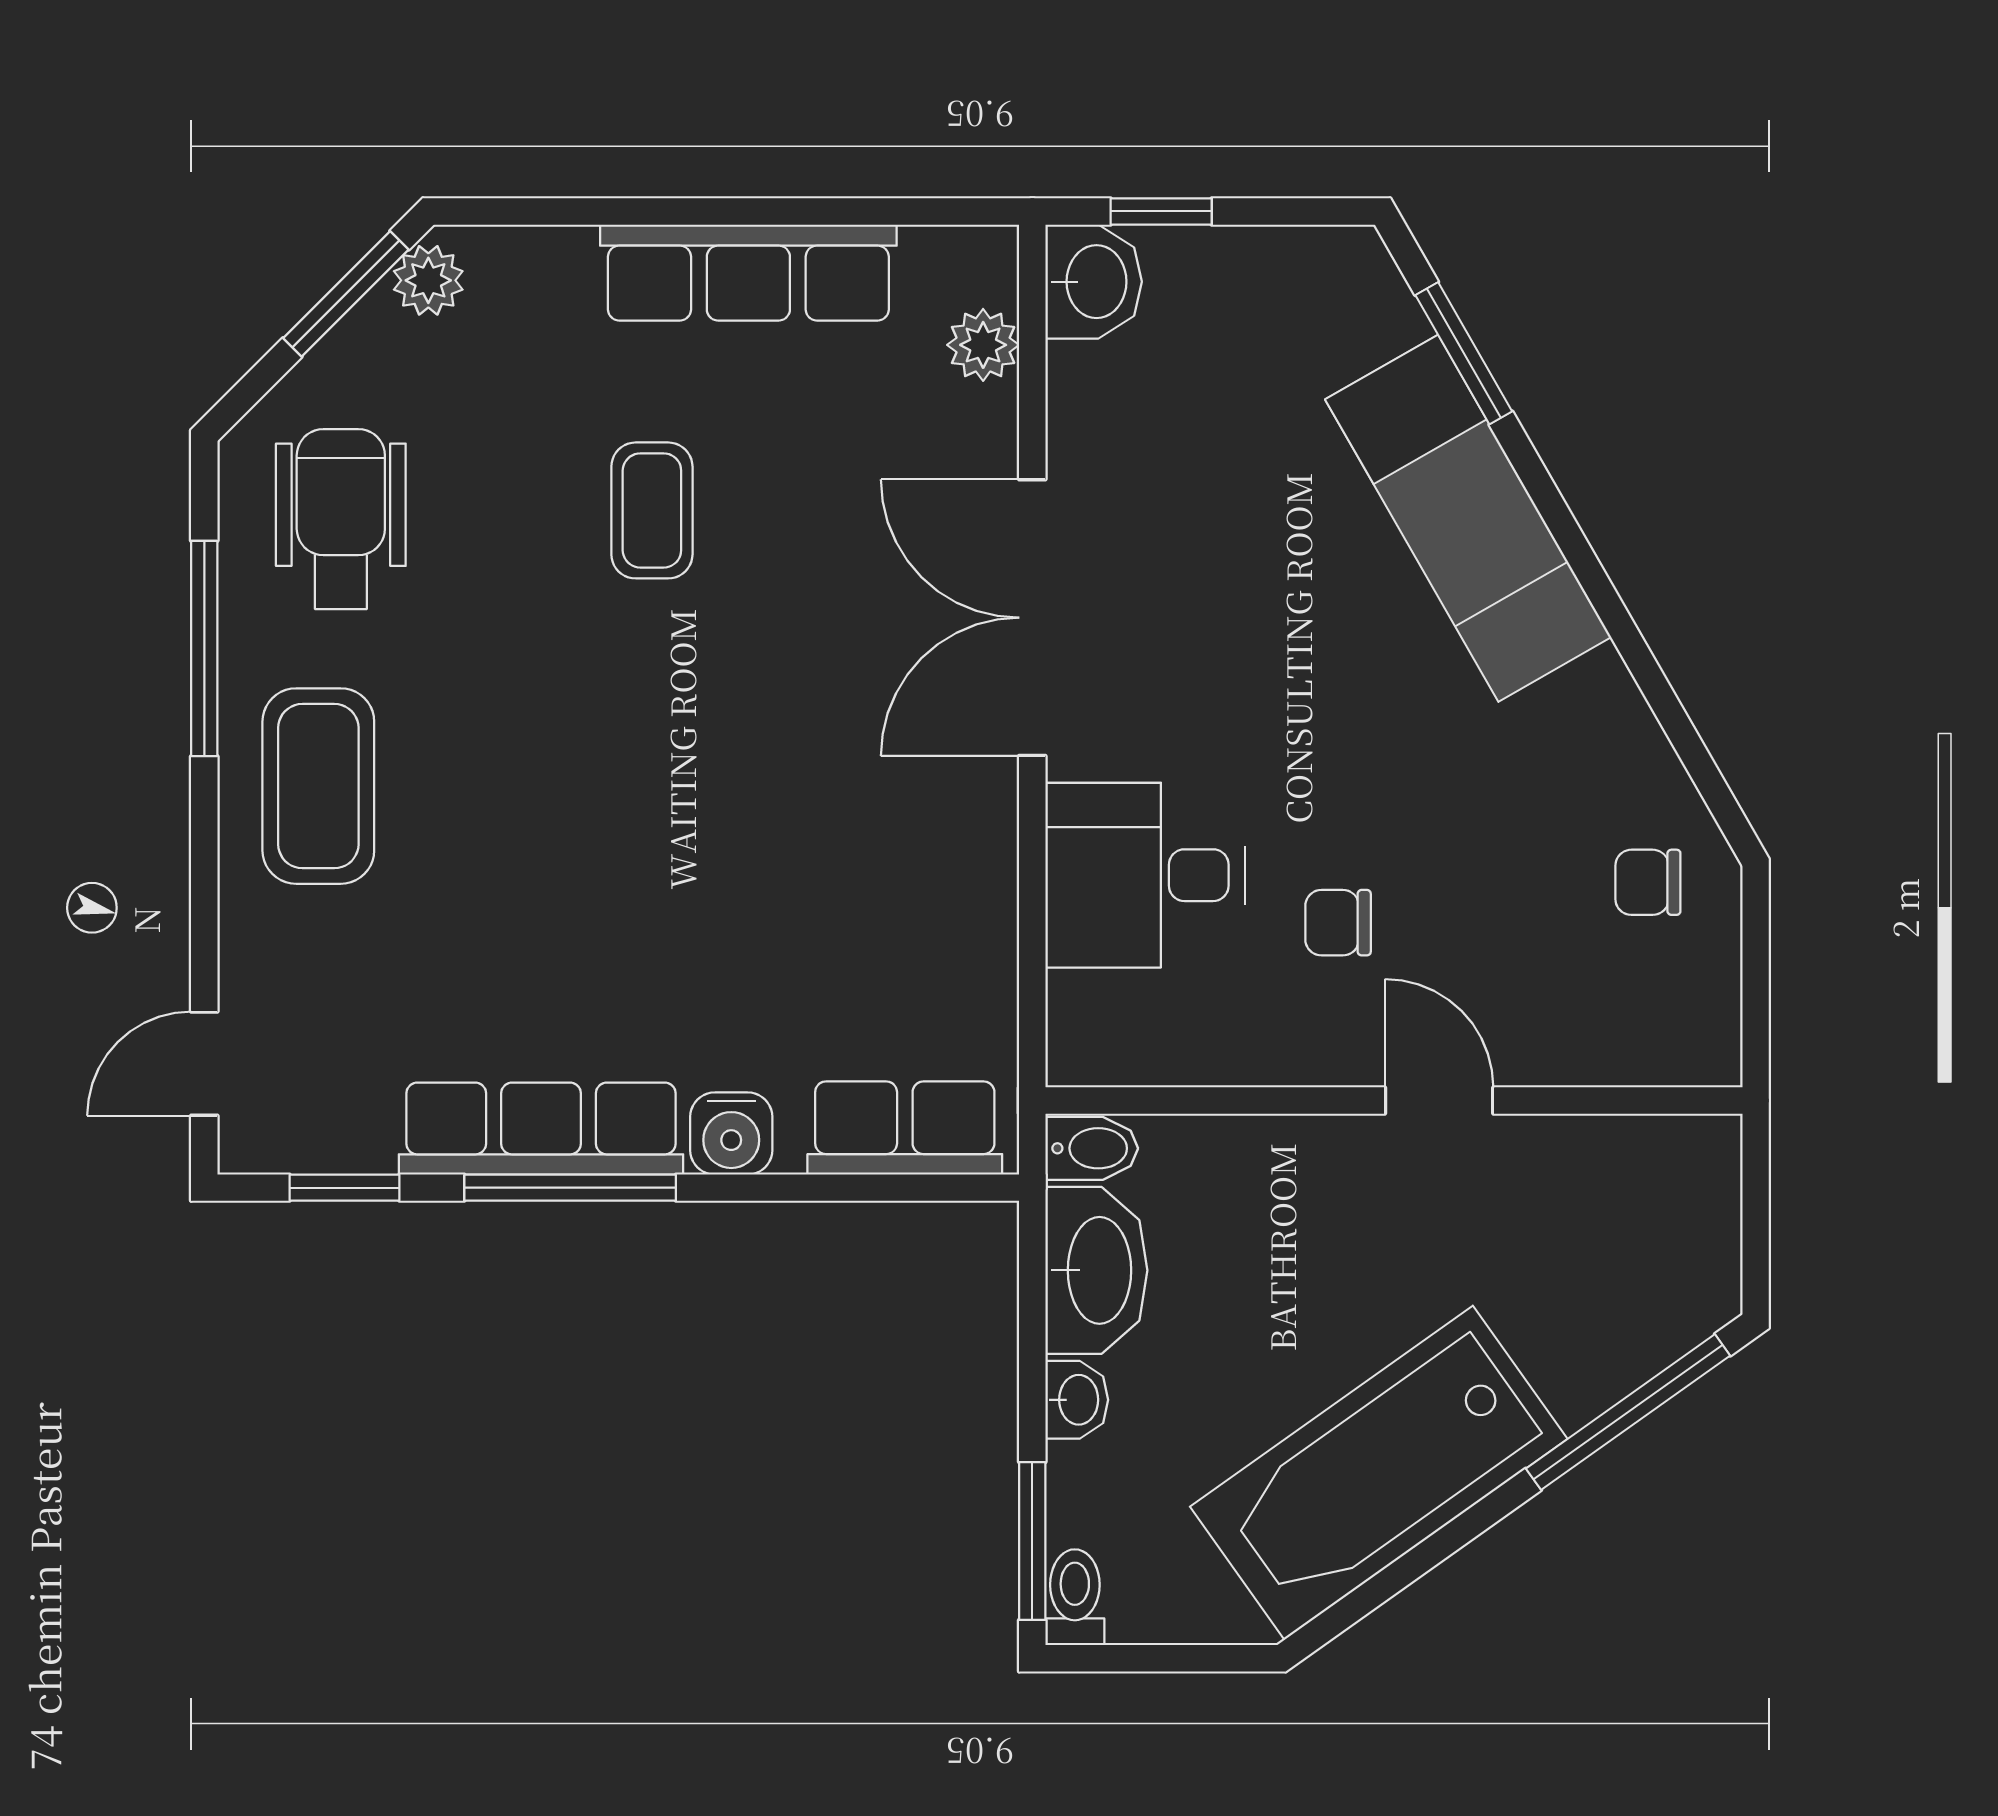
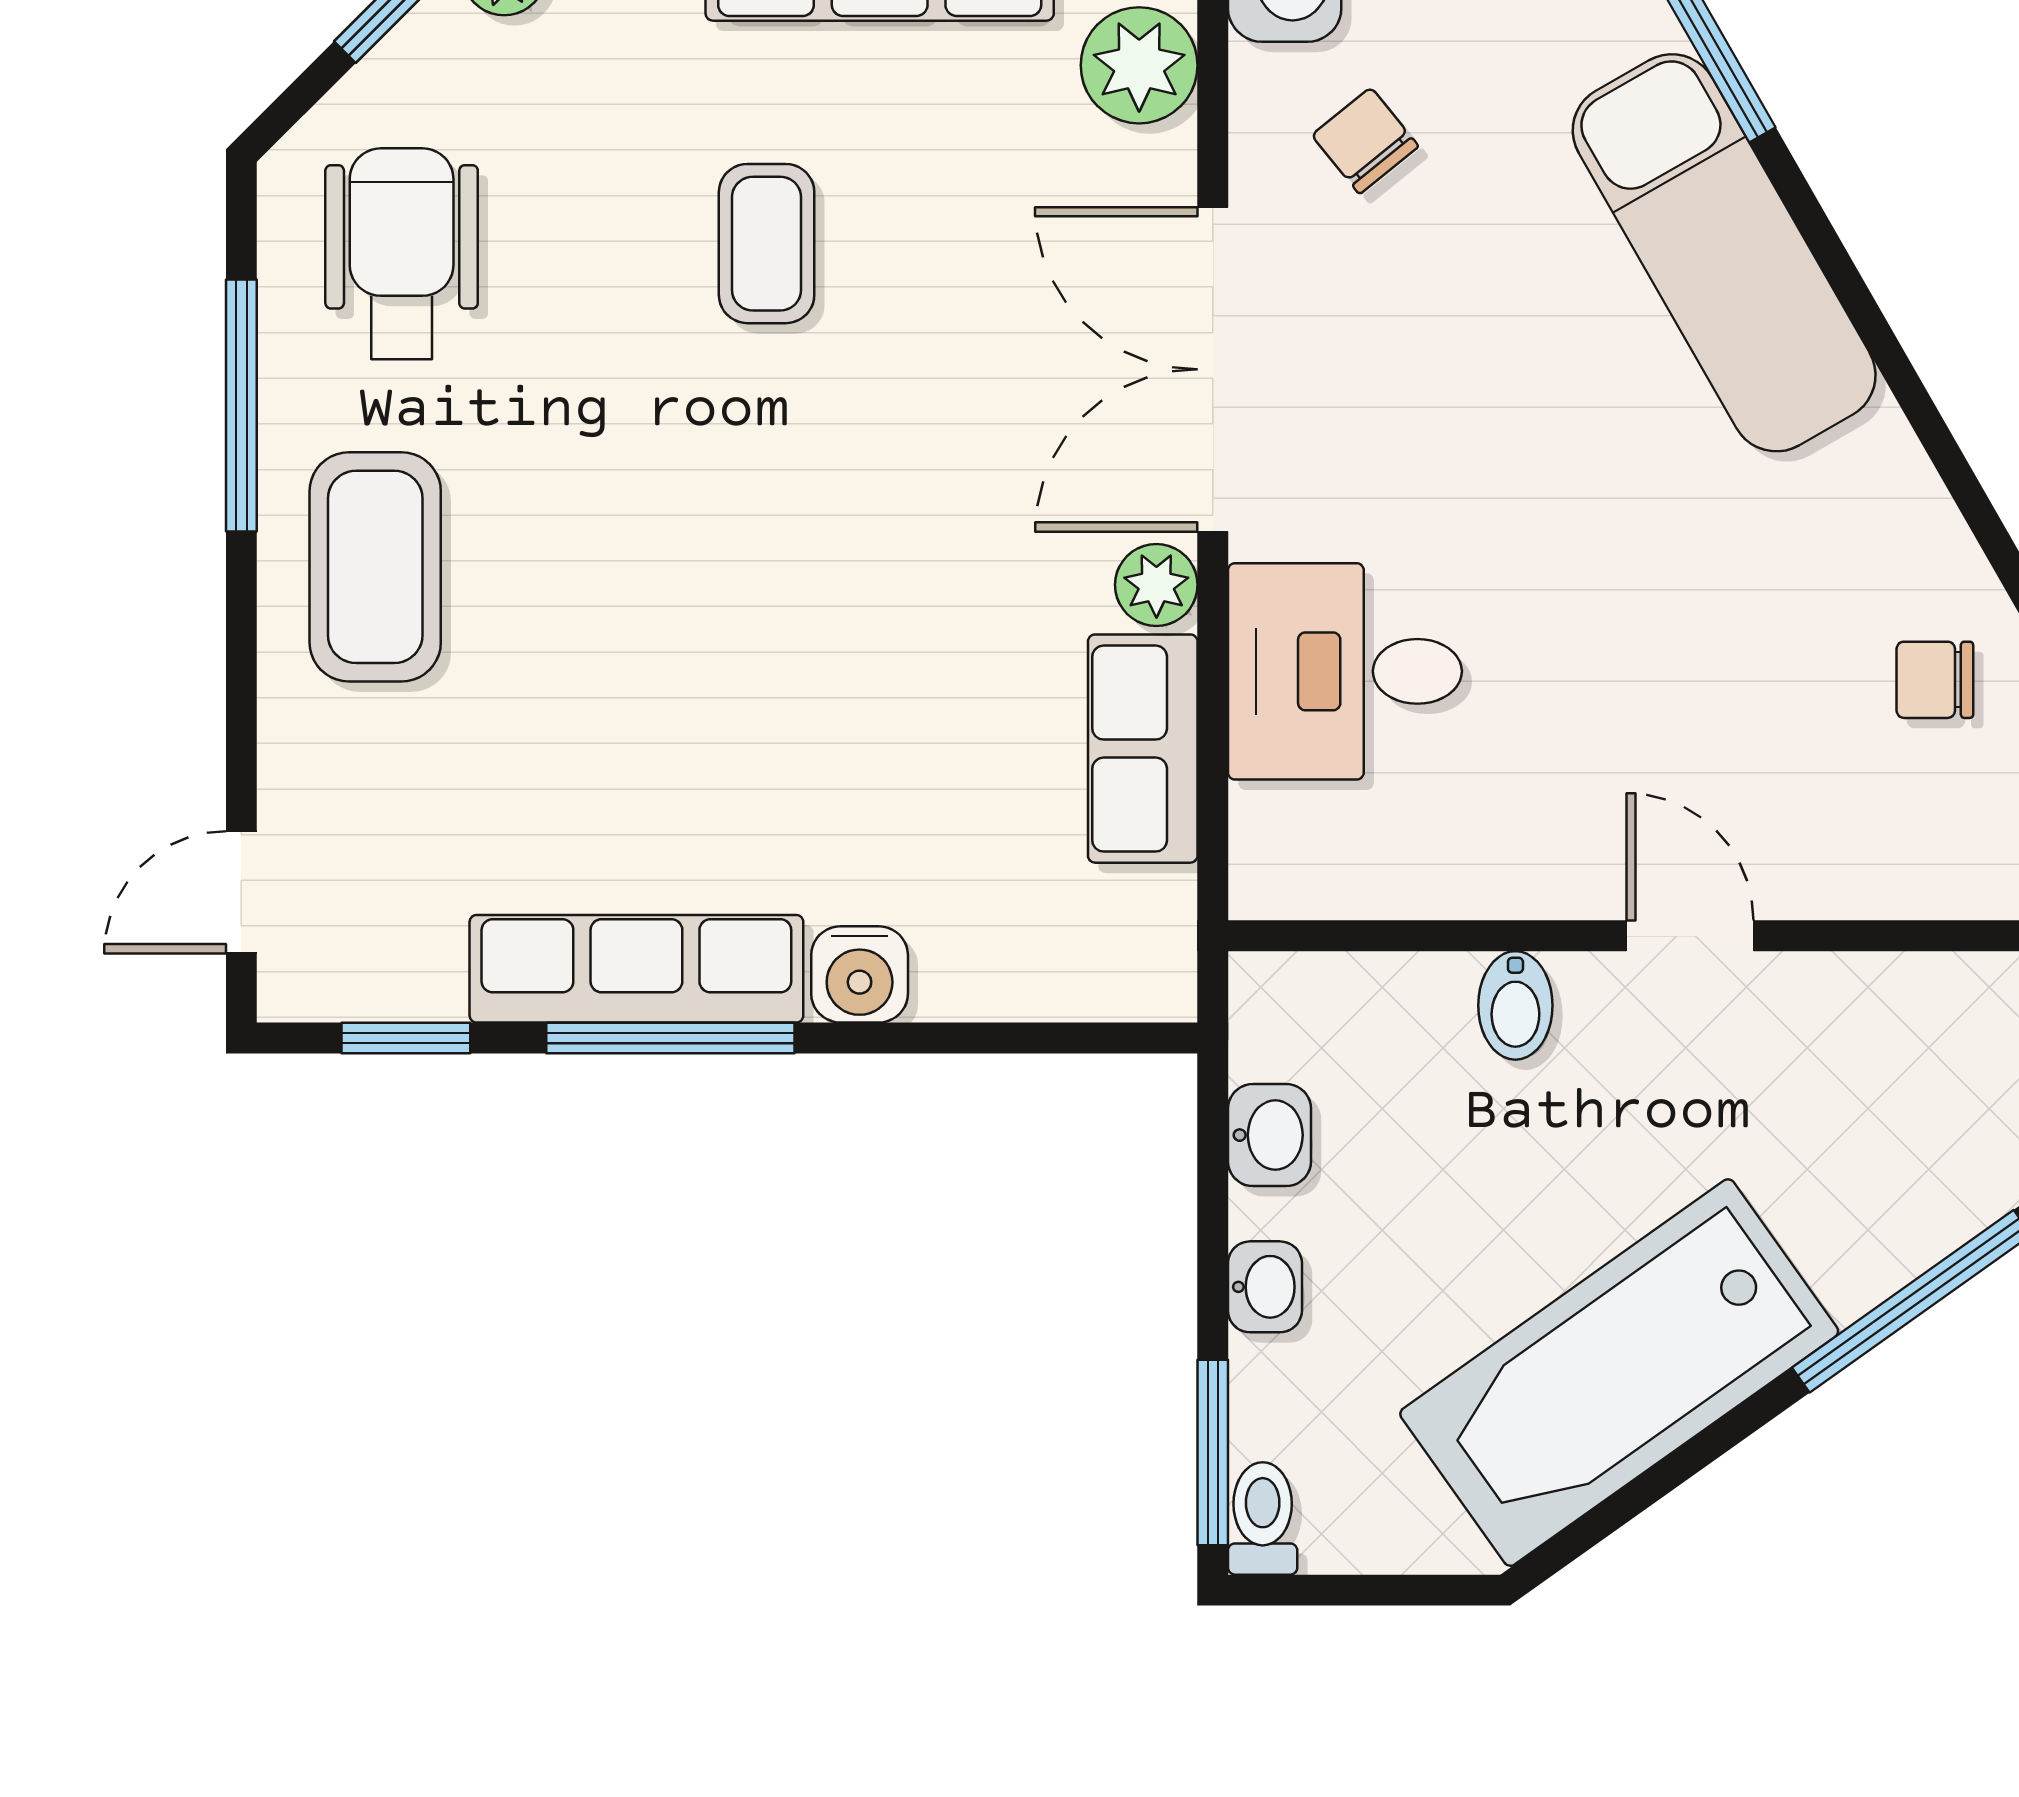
plant: (983, 345) -> (1139, 65), width x1.38, depth x1.38
plant: (984, 801) -> (1156, 585), added
chair: (1338, 923) -> (1365, 141), moved, turned 51
row of seats: (905, 1128) -> (1143, 749), moved, turned -90
bidet: (1092, 1148) -> (1515, 1005), moved, turned 90
washbasin: (1096, 1270) -> (1269, 1135), width x0.52, depth x0.69

